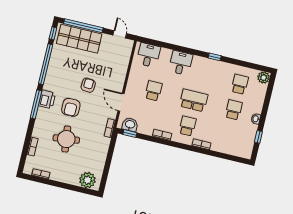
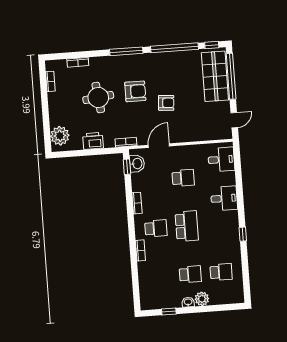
plant: (264, 78) -> (202, 299), moved
printer: (47, 99) -> (93, 141), moved, turned 180
armchair: (71, 107) -> (135, 91), turned 180

